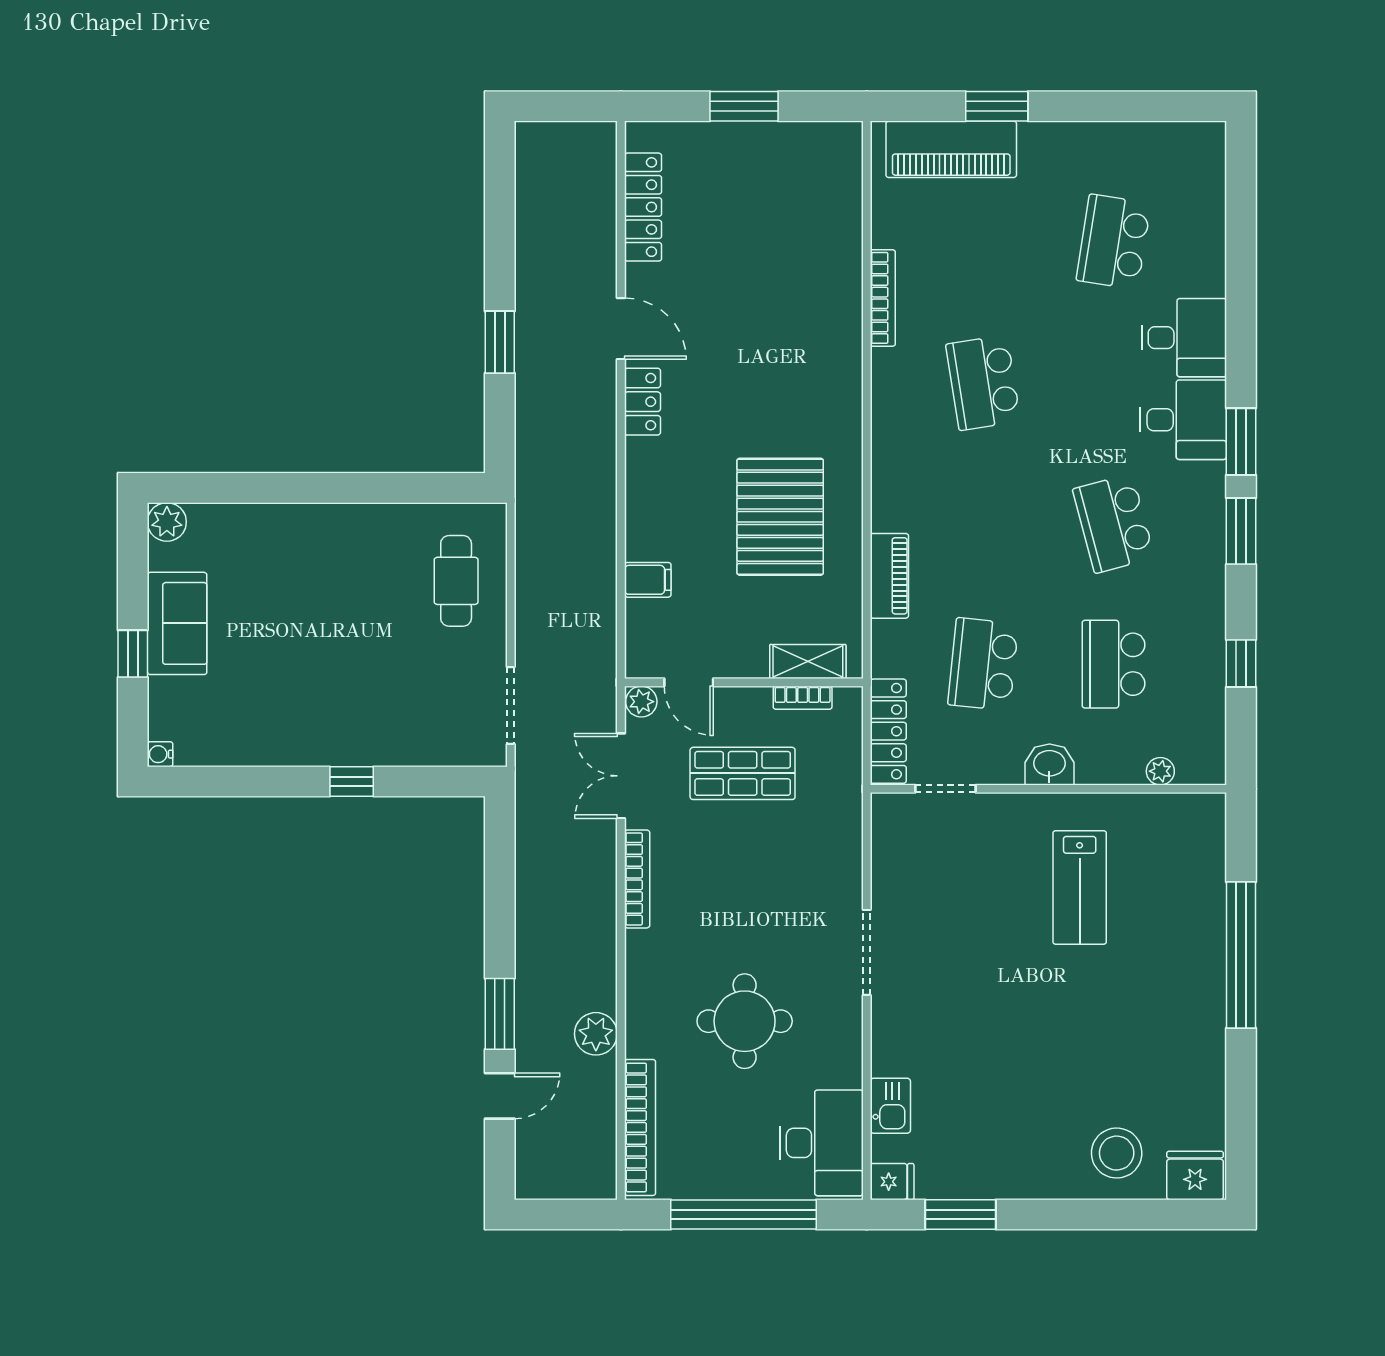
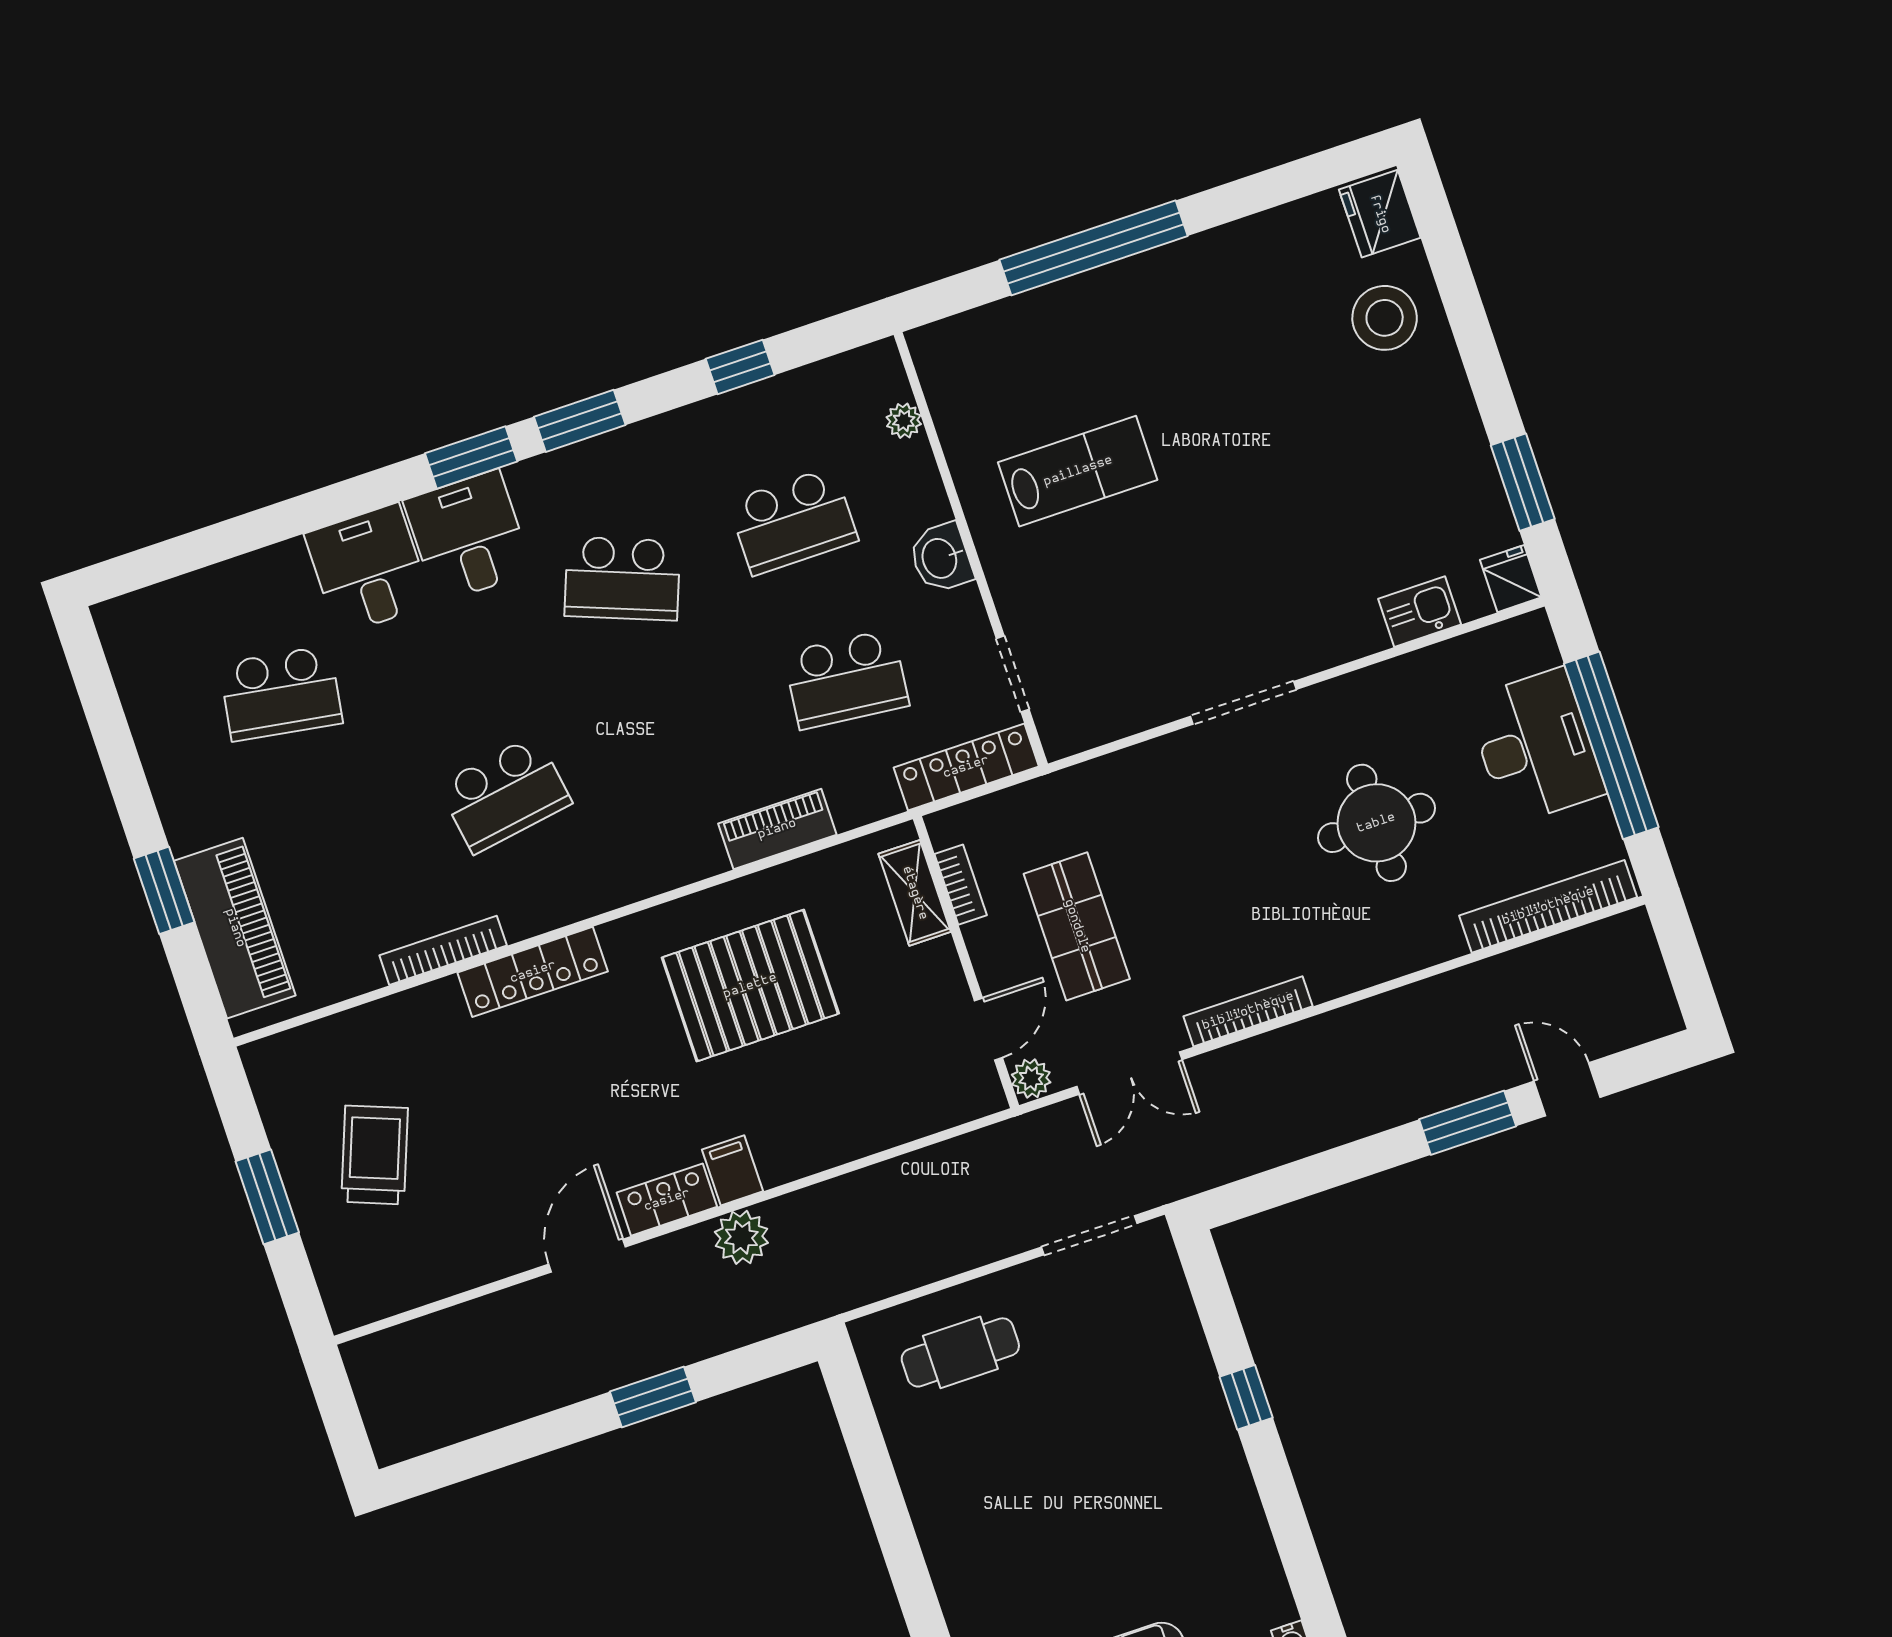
trolley: (748, 196) -> (375, 1155), added
locker: (643, 207) -> (533, 972), moved, turned 180
school desk: (1114, 523) -> (622, 579), turned 36
filing cabinet: (648, 580) -> (732, 1170), moved
plant: (596, 1034) -> (741, 1237), moved
desk: (821, 1143) -> (1536, 746), moved, turned 90

